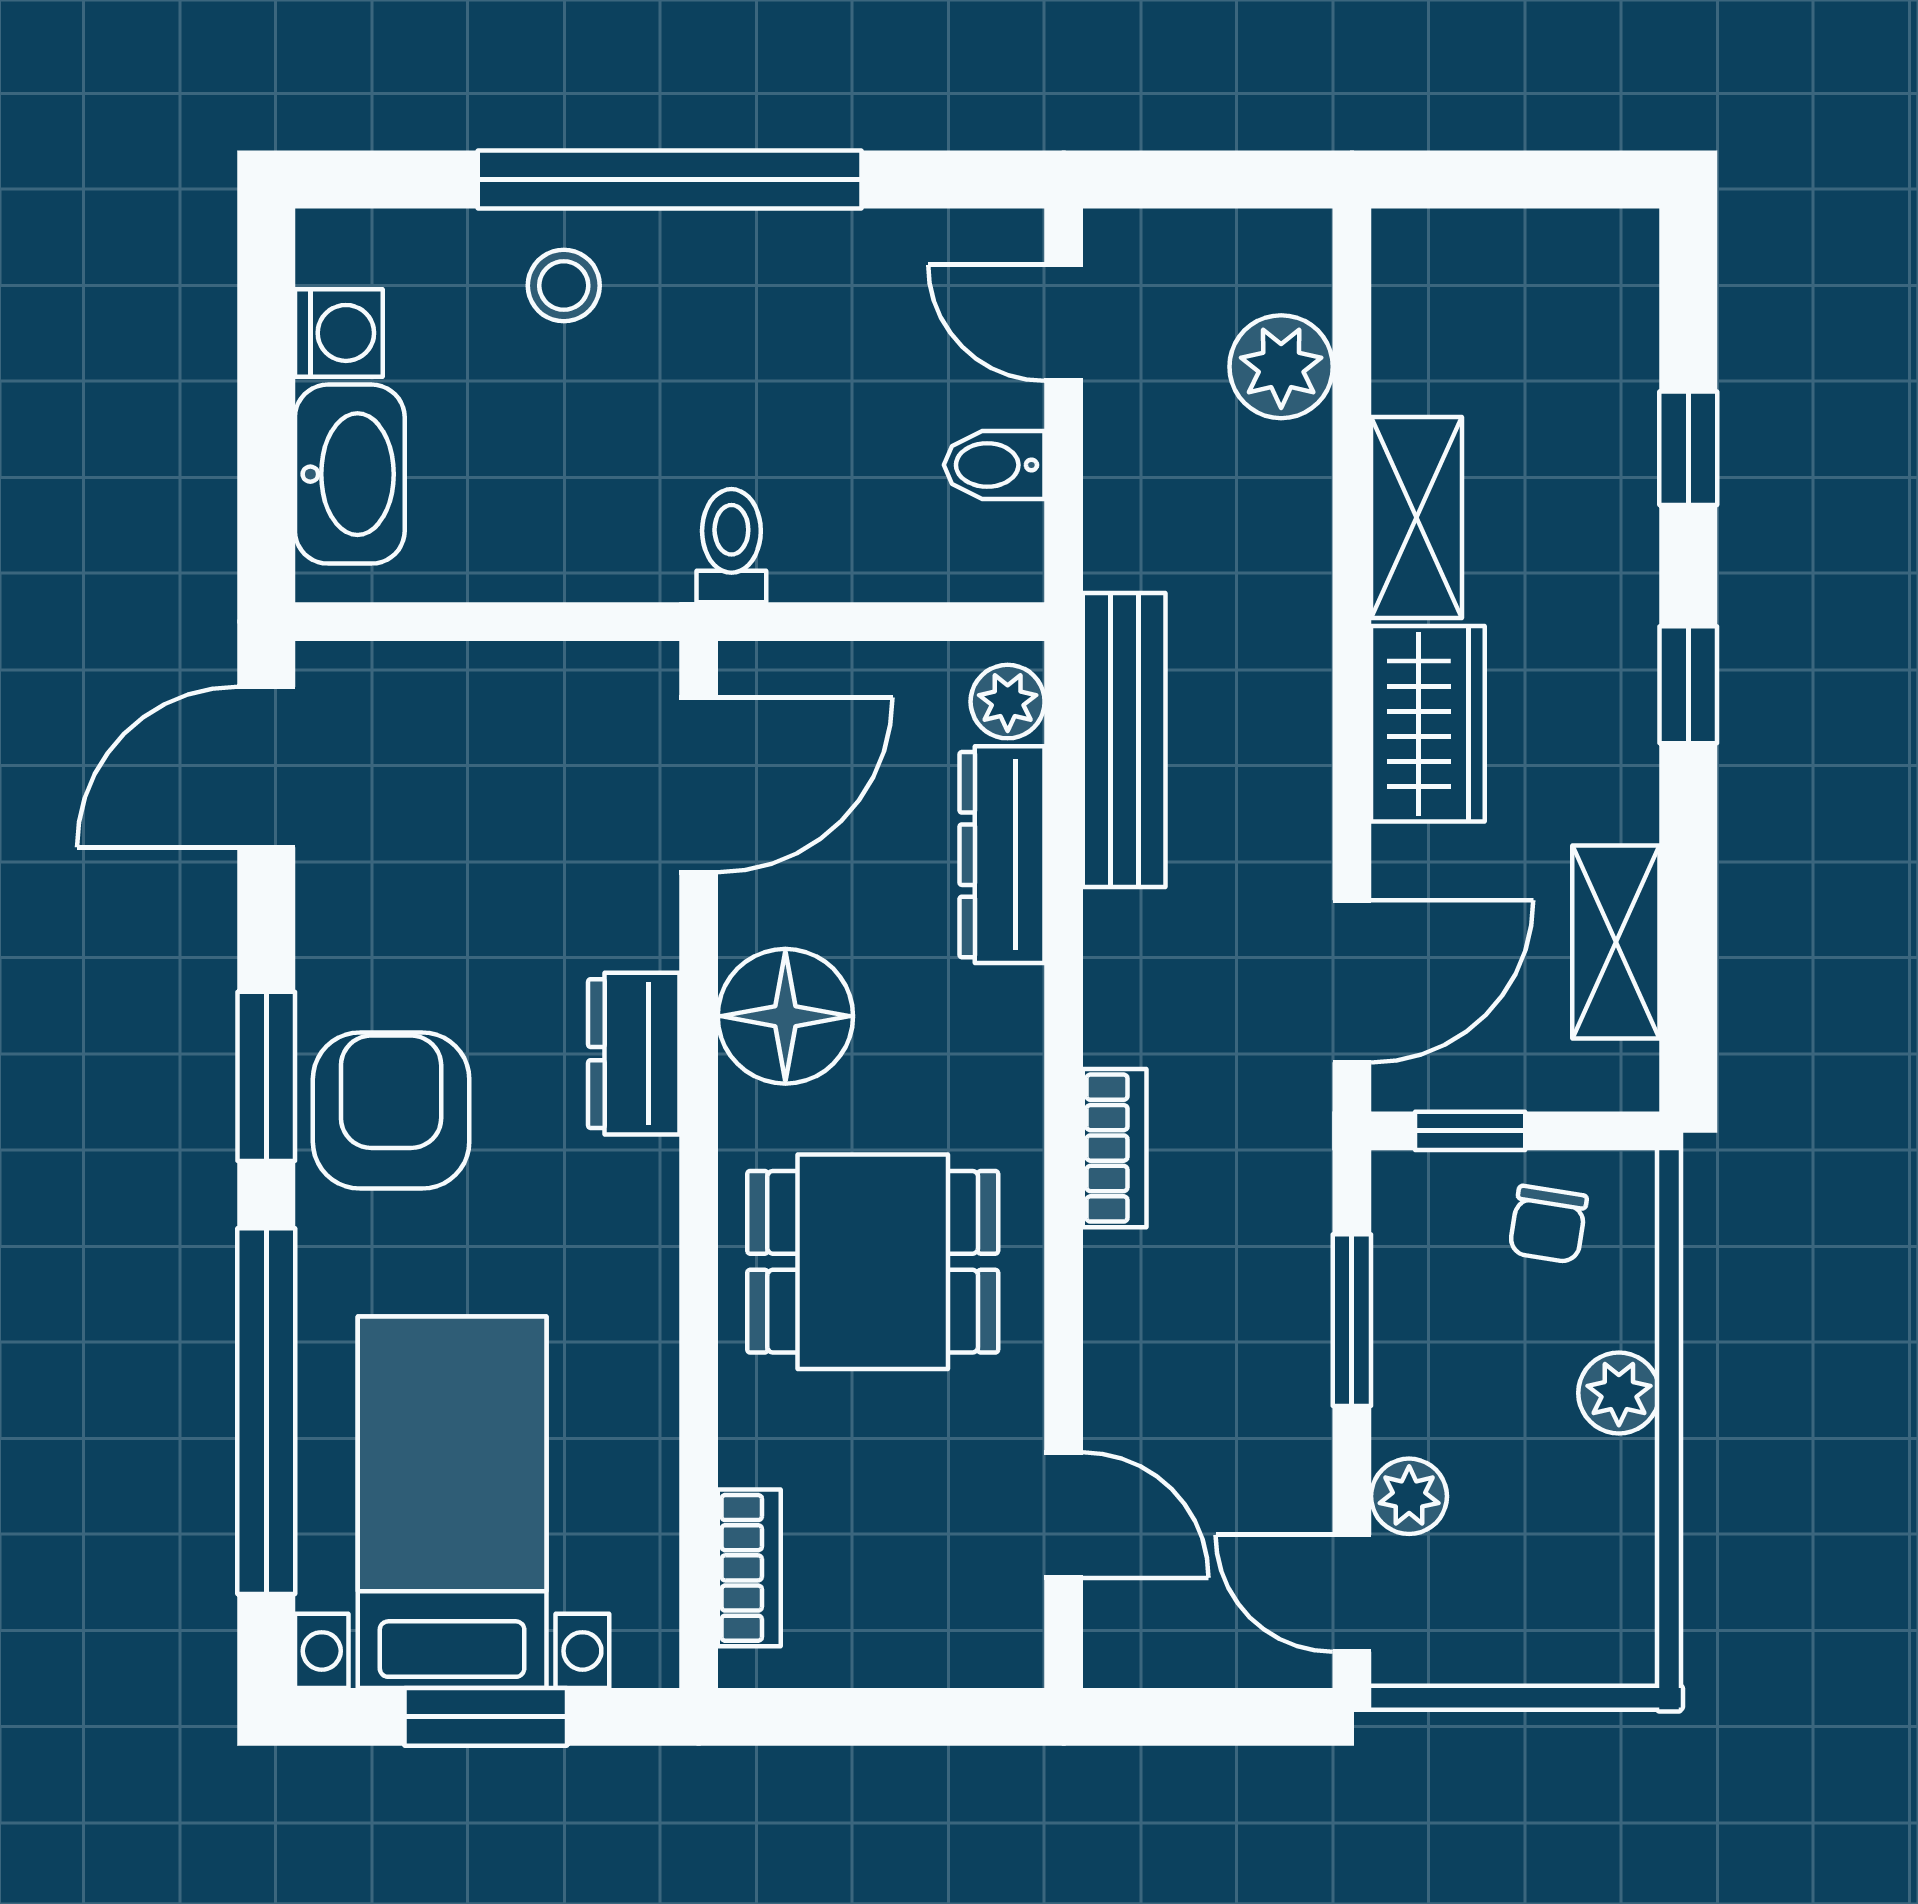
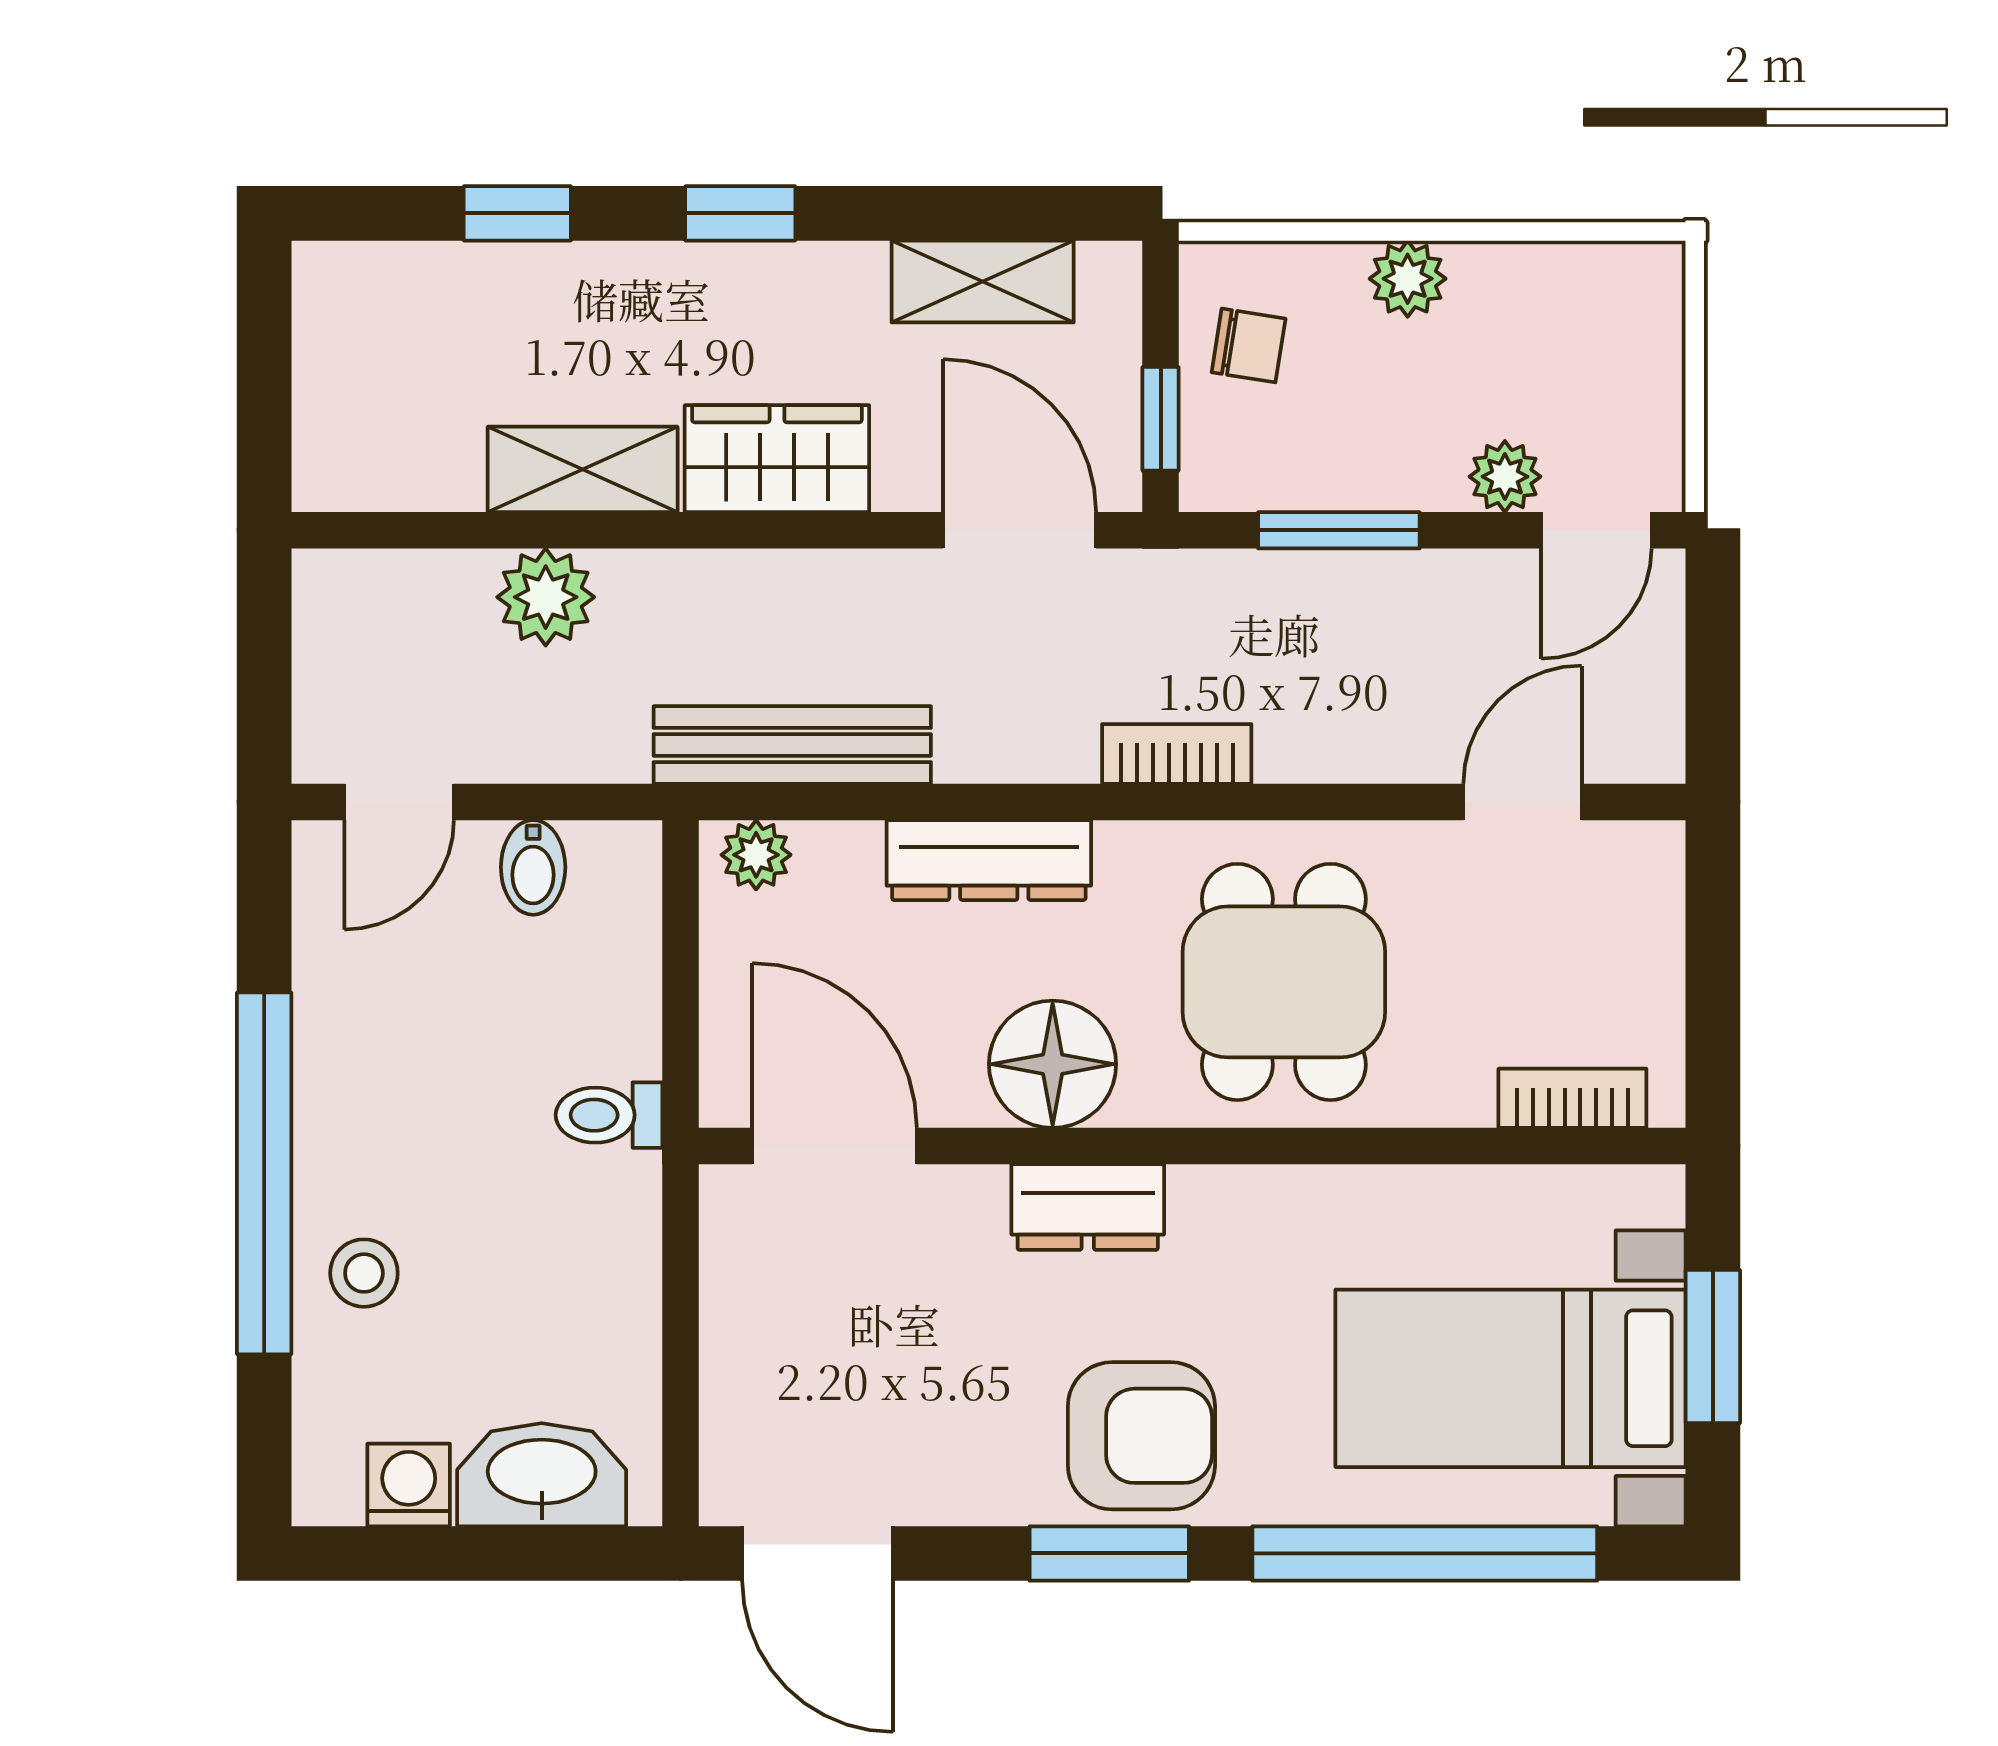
plant: (1281, 367) -> (546, 597), moved
dresser: (1002, 855) -> (989, 860), moved
armchair: (391, 1110) -> (1141, 1436), turned 180

